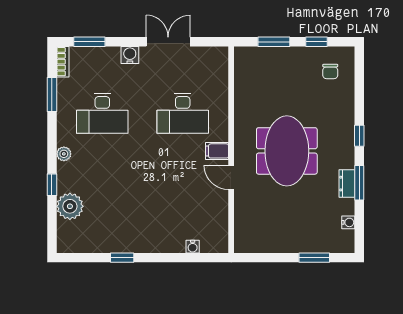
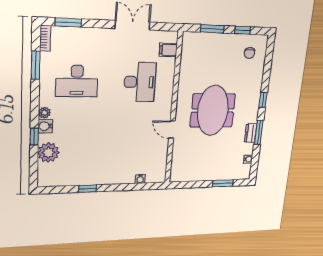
water cooler: (130, 55) -> (45, 126), moved, turned -90
desk: (183, 113) -> (140, 82), turned -90
filing cabinet: (217, 151) -> (168, 50), moved

